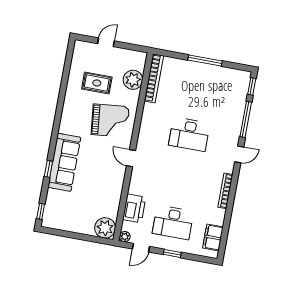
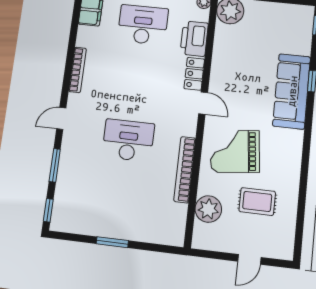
window: (205, 60) -> (112, 242), width x0.69
bookcase: (154, 78) -> (185, 170), moved
window: (246, 119) -> (55, 165), width x0.69
locker: (136, 181) -> (194, 74), added

